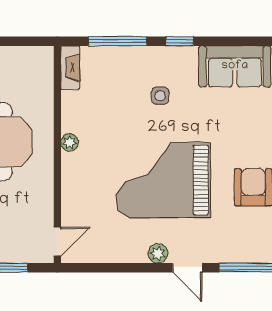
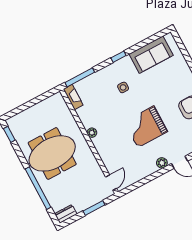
window: (118, 41) -> (80, 77), moved
grand piano: (163, 180) -> (146, 127), width x0.73, depth x0.68

